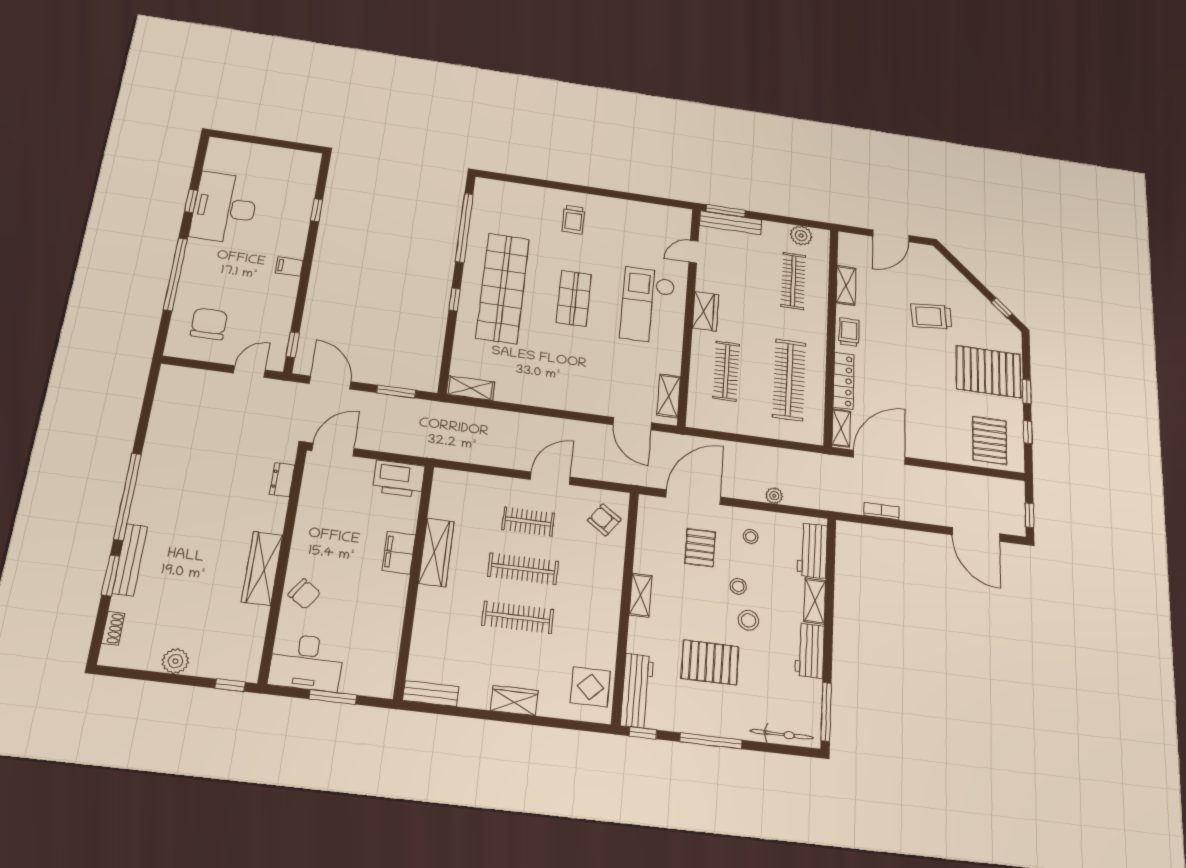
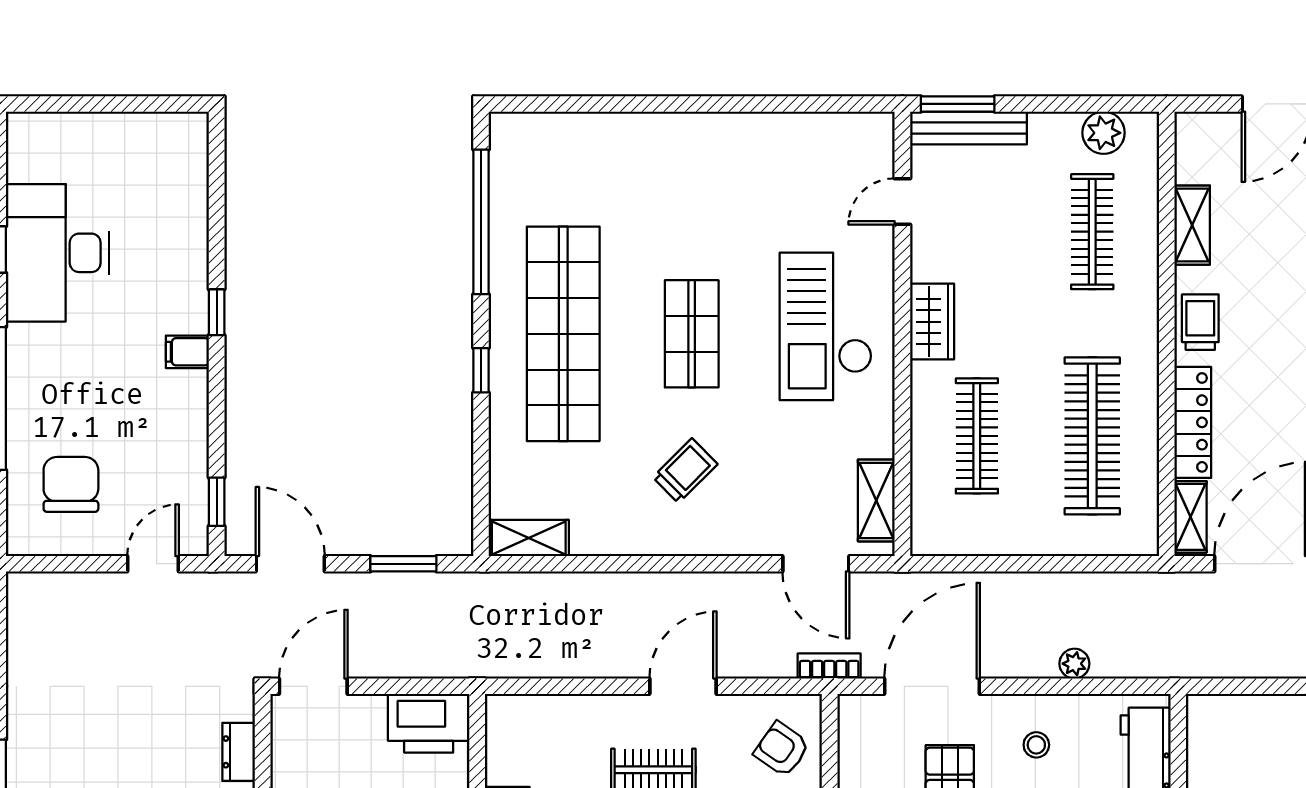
window: (317, 210) -> (217, 312), moved
trolley: (573, 220) -> (685, 471), moved, turned -135
bookcase: (882, 511) -> (829, 666), moved

